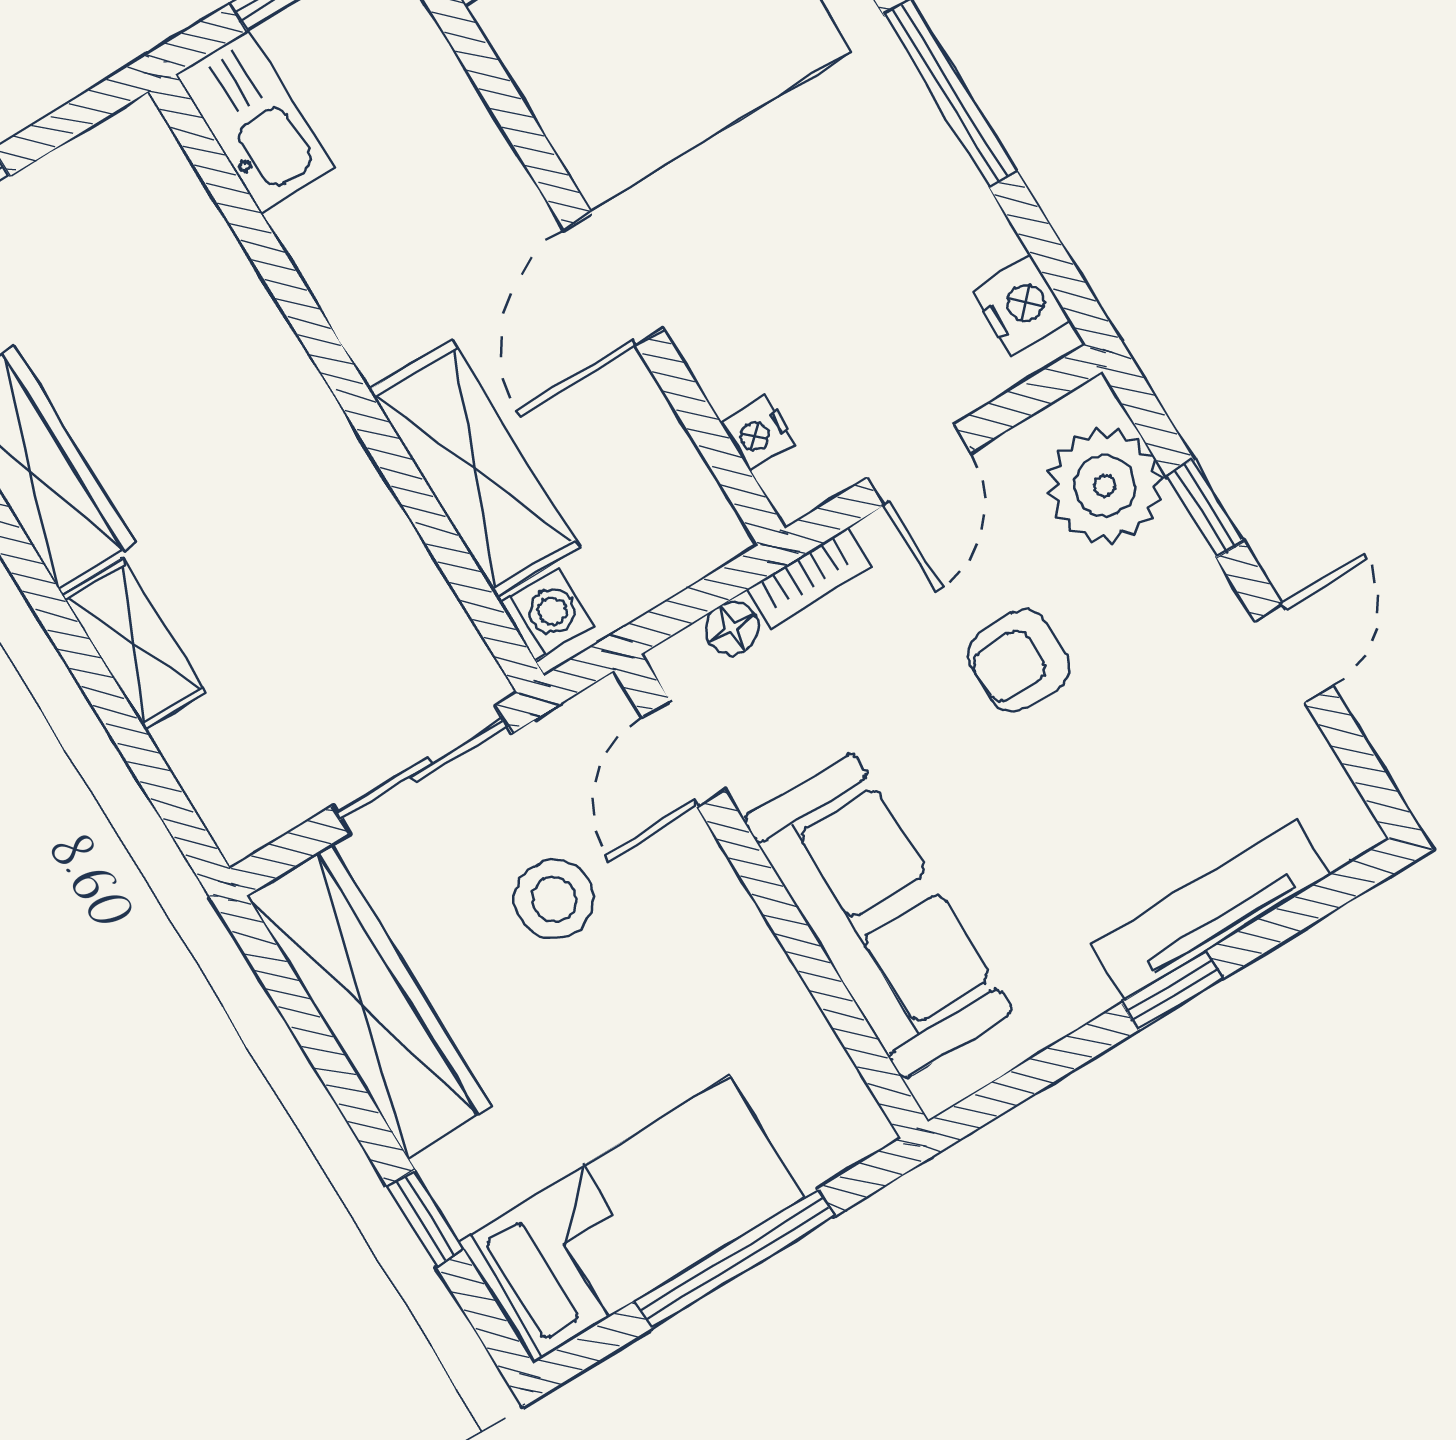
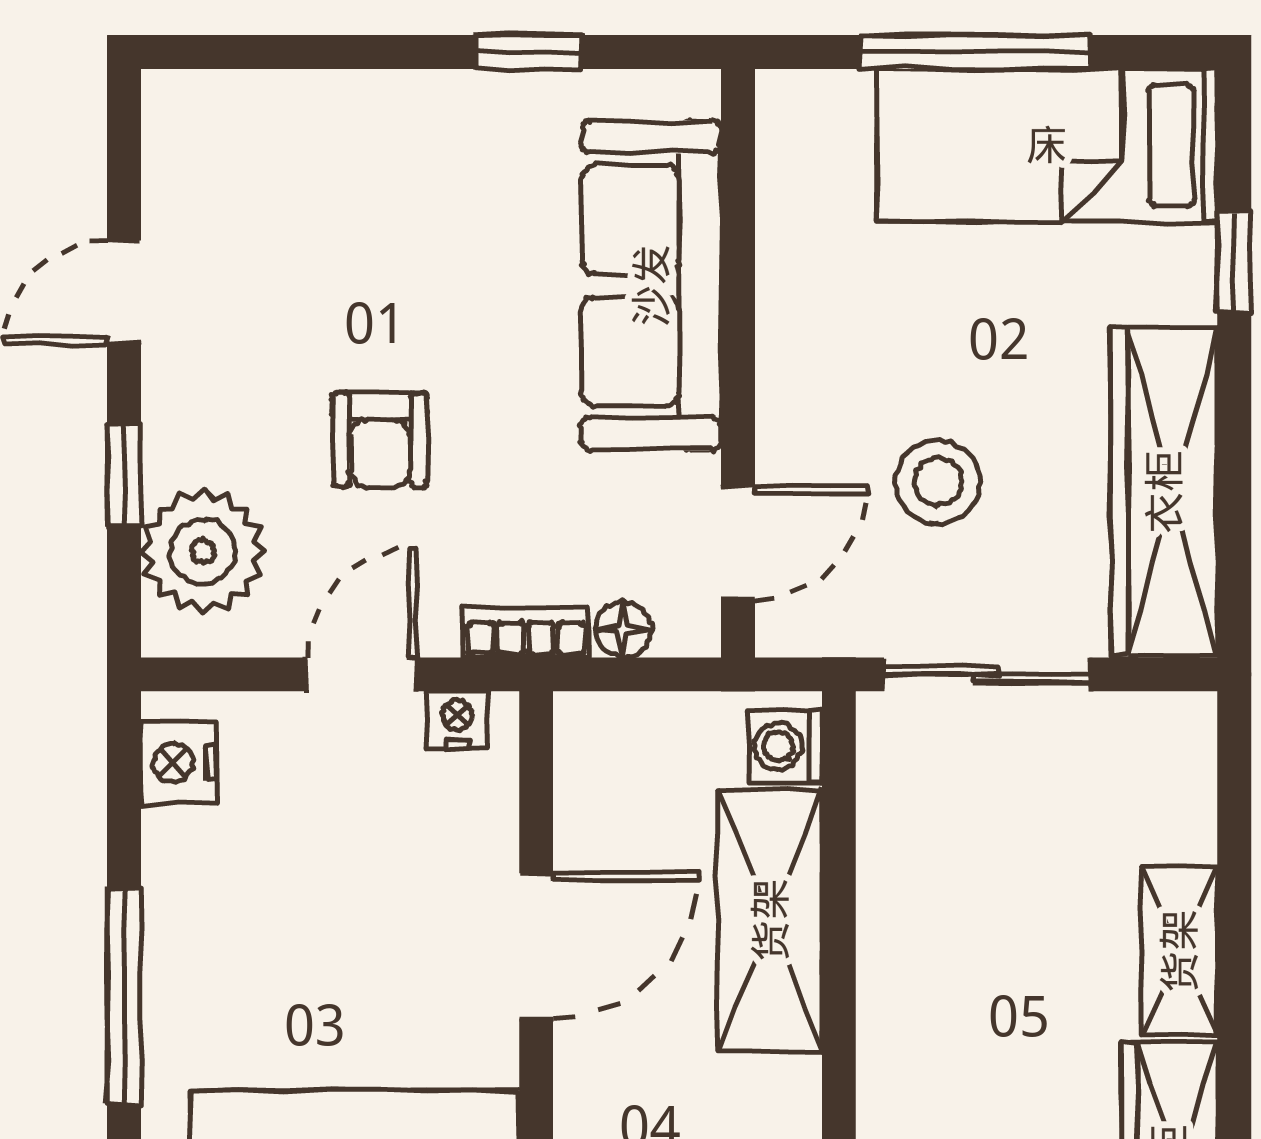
door: (614, 279) -> (536, 946), moved
nightstand: (758, 434) -> (457, 720), moved, turned -90
armchair: (1019, 661) -> (380, 440), turned 90
tv unit: (1211, 910) -> (343, 104), removed
window: (1172, 991) -> (528, 52), moved

